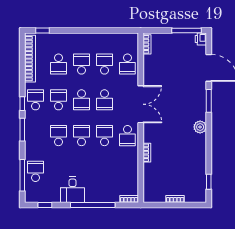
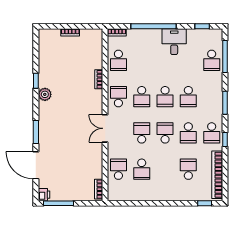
school desk: (81, 64) -> (118, 60), moved
window: (22, 104) -> (225, 140), moved
double door: (141, 104) -> (105, 128), width x0.73
plant: (200, 127) -> (45, 94), moved
window: (209, 182) -> (36, 81), moved

